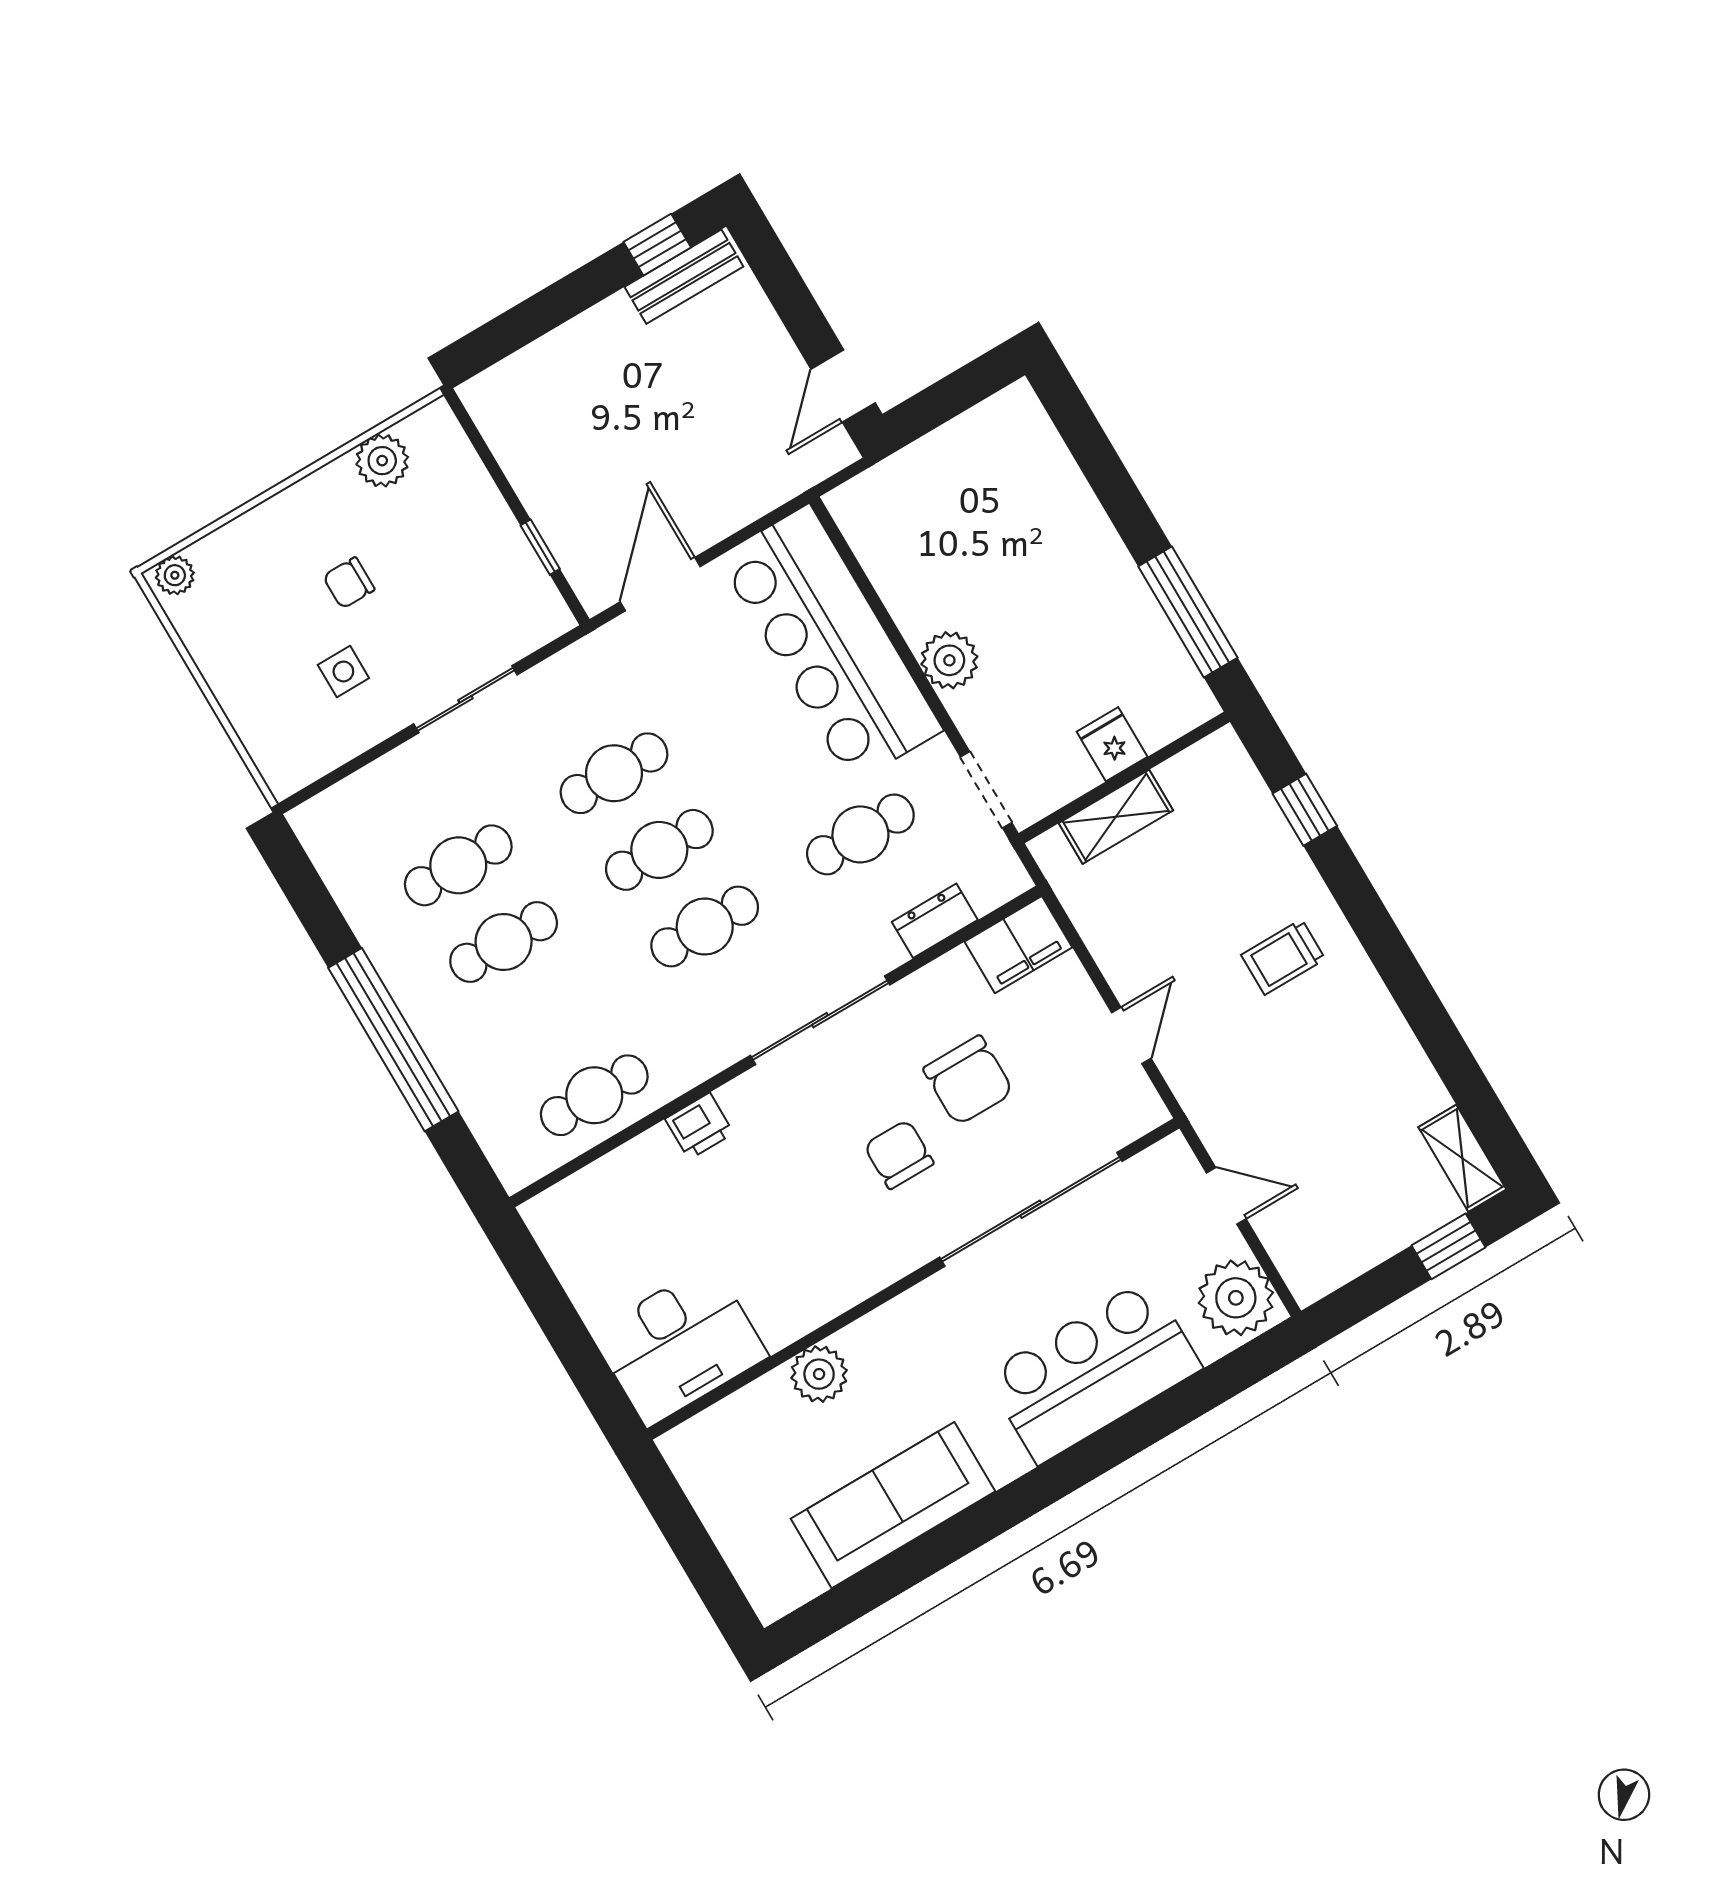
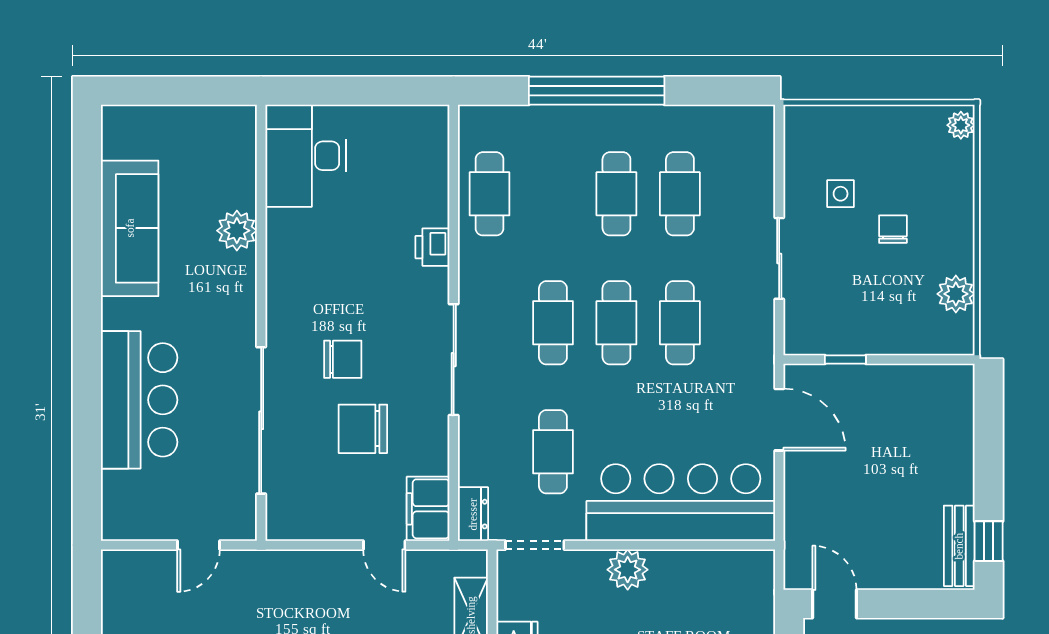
dresser: (935, 921) -> (473, 514), moved
door: (1131, 1035) -> (384, 545), moved
plant: (1236, 1298) -> (132, 514), removed

